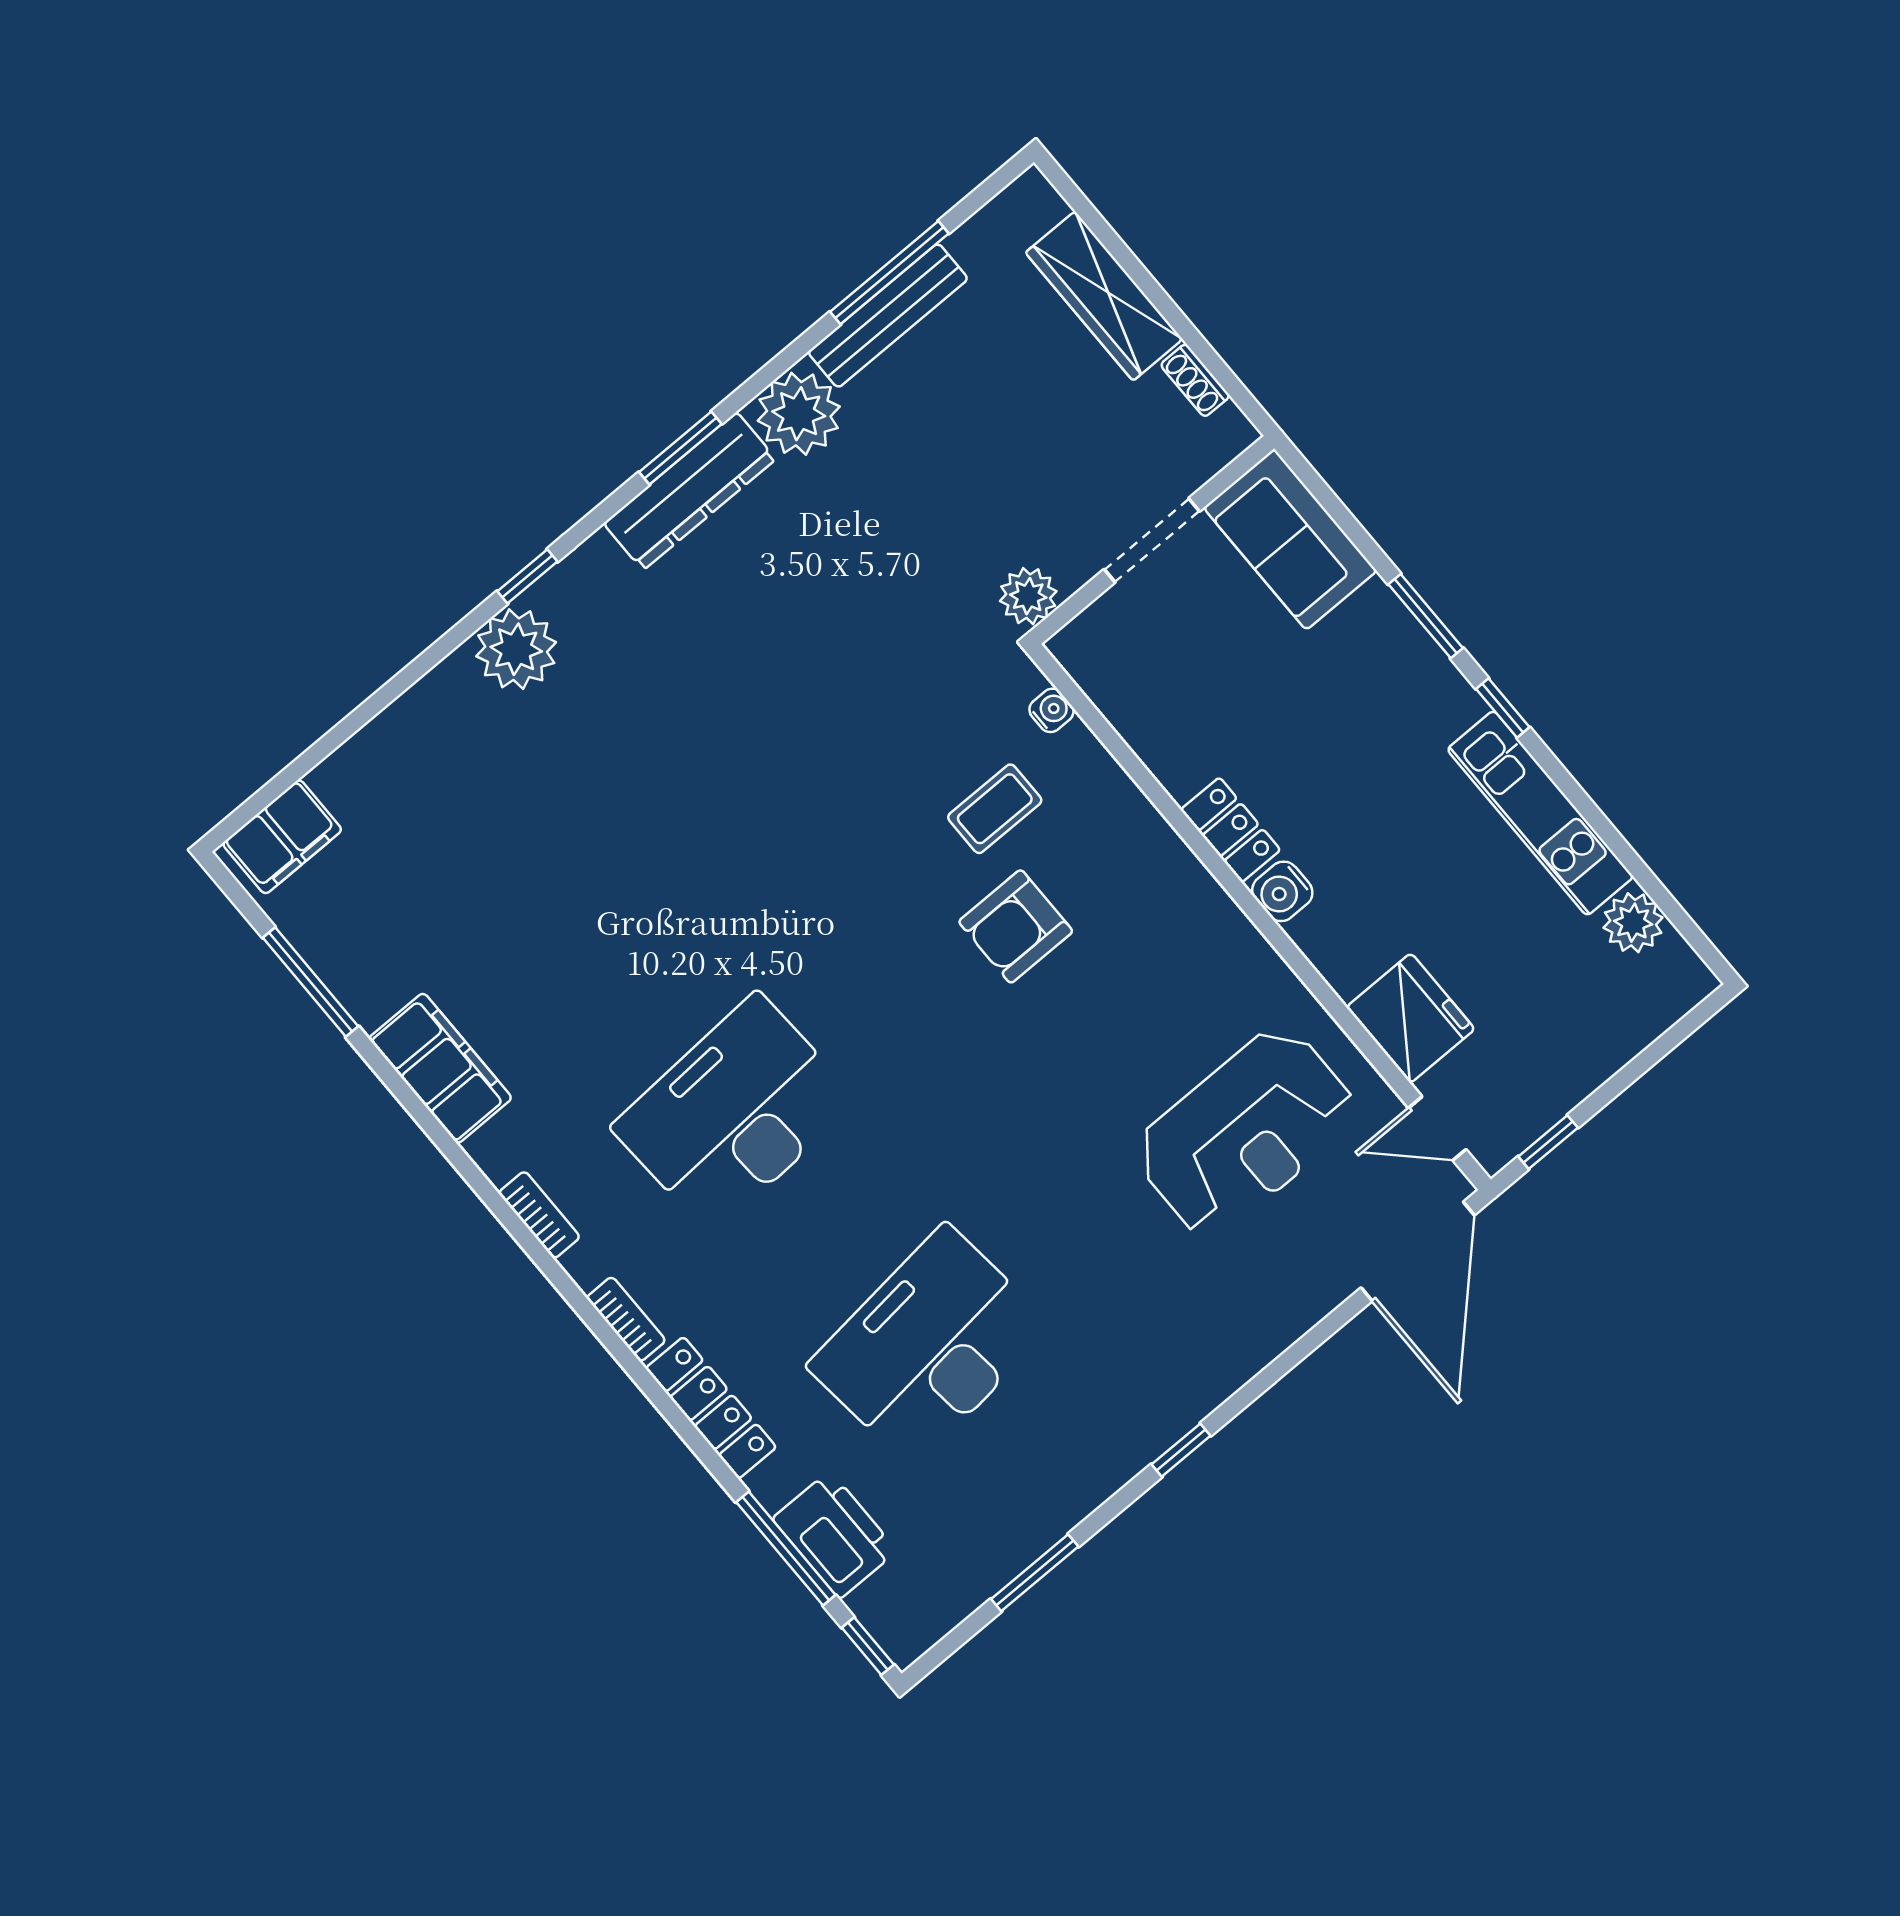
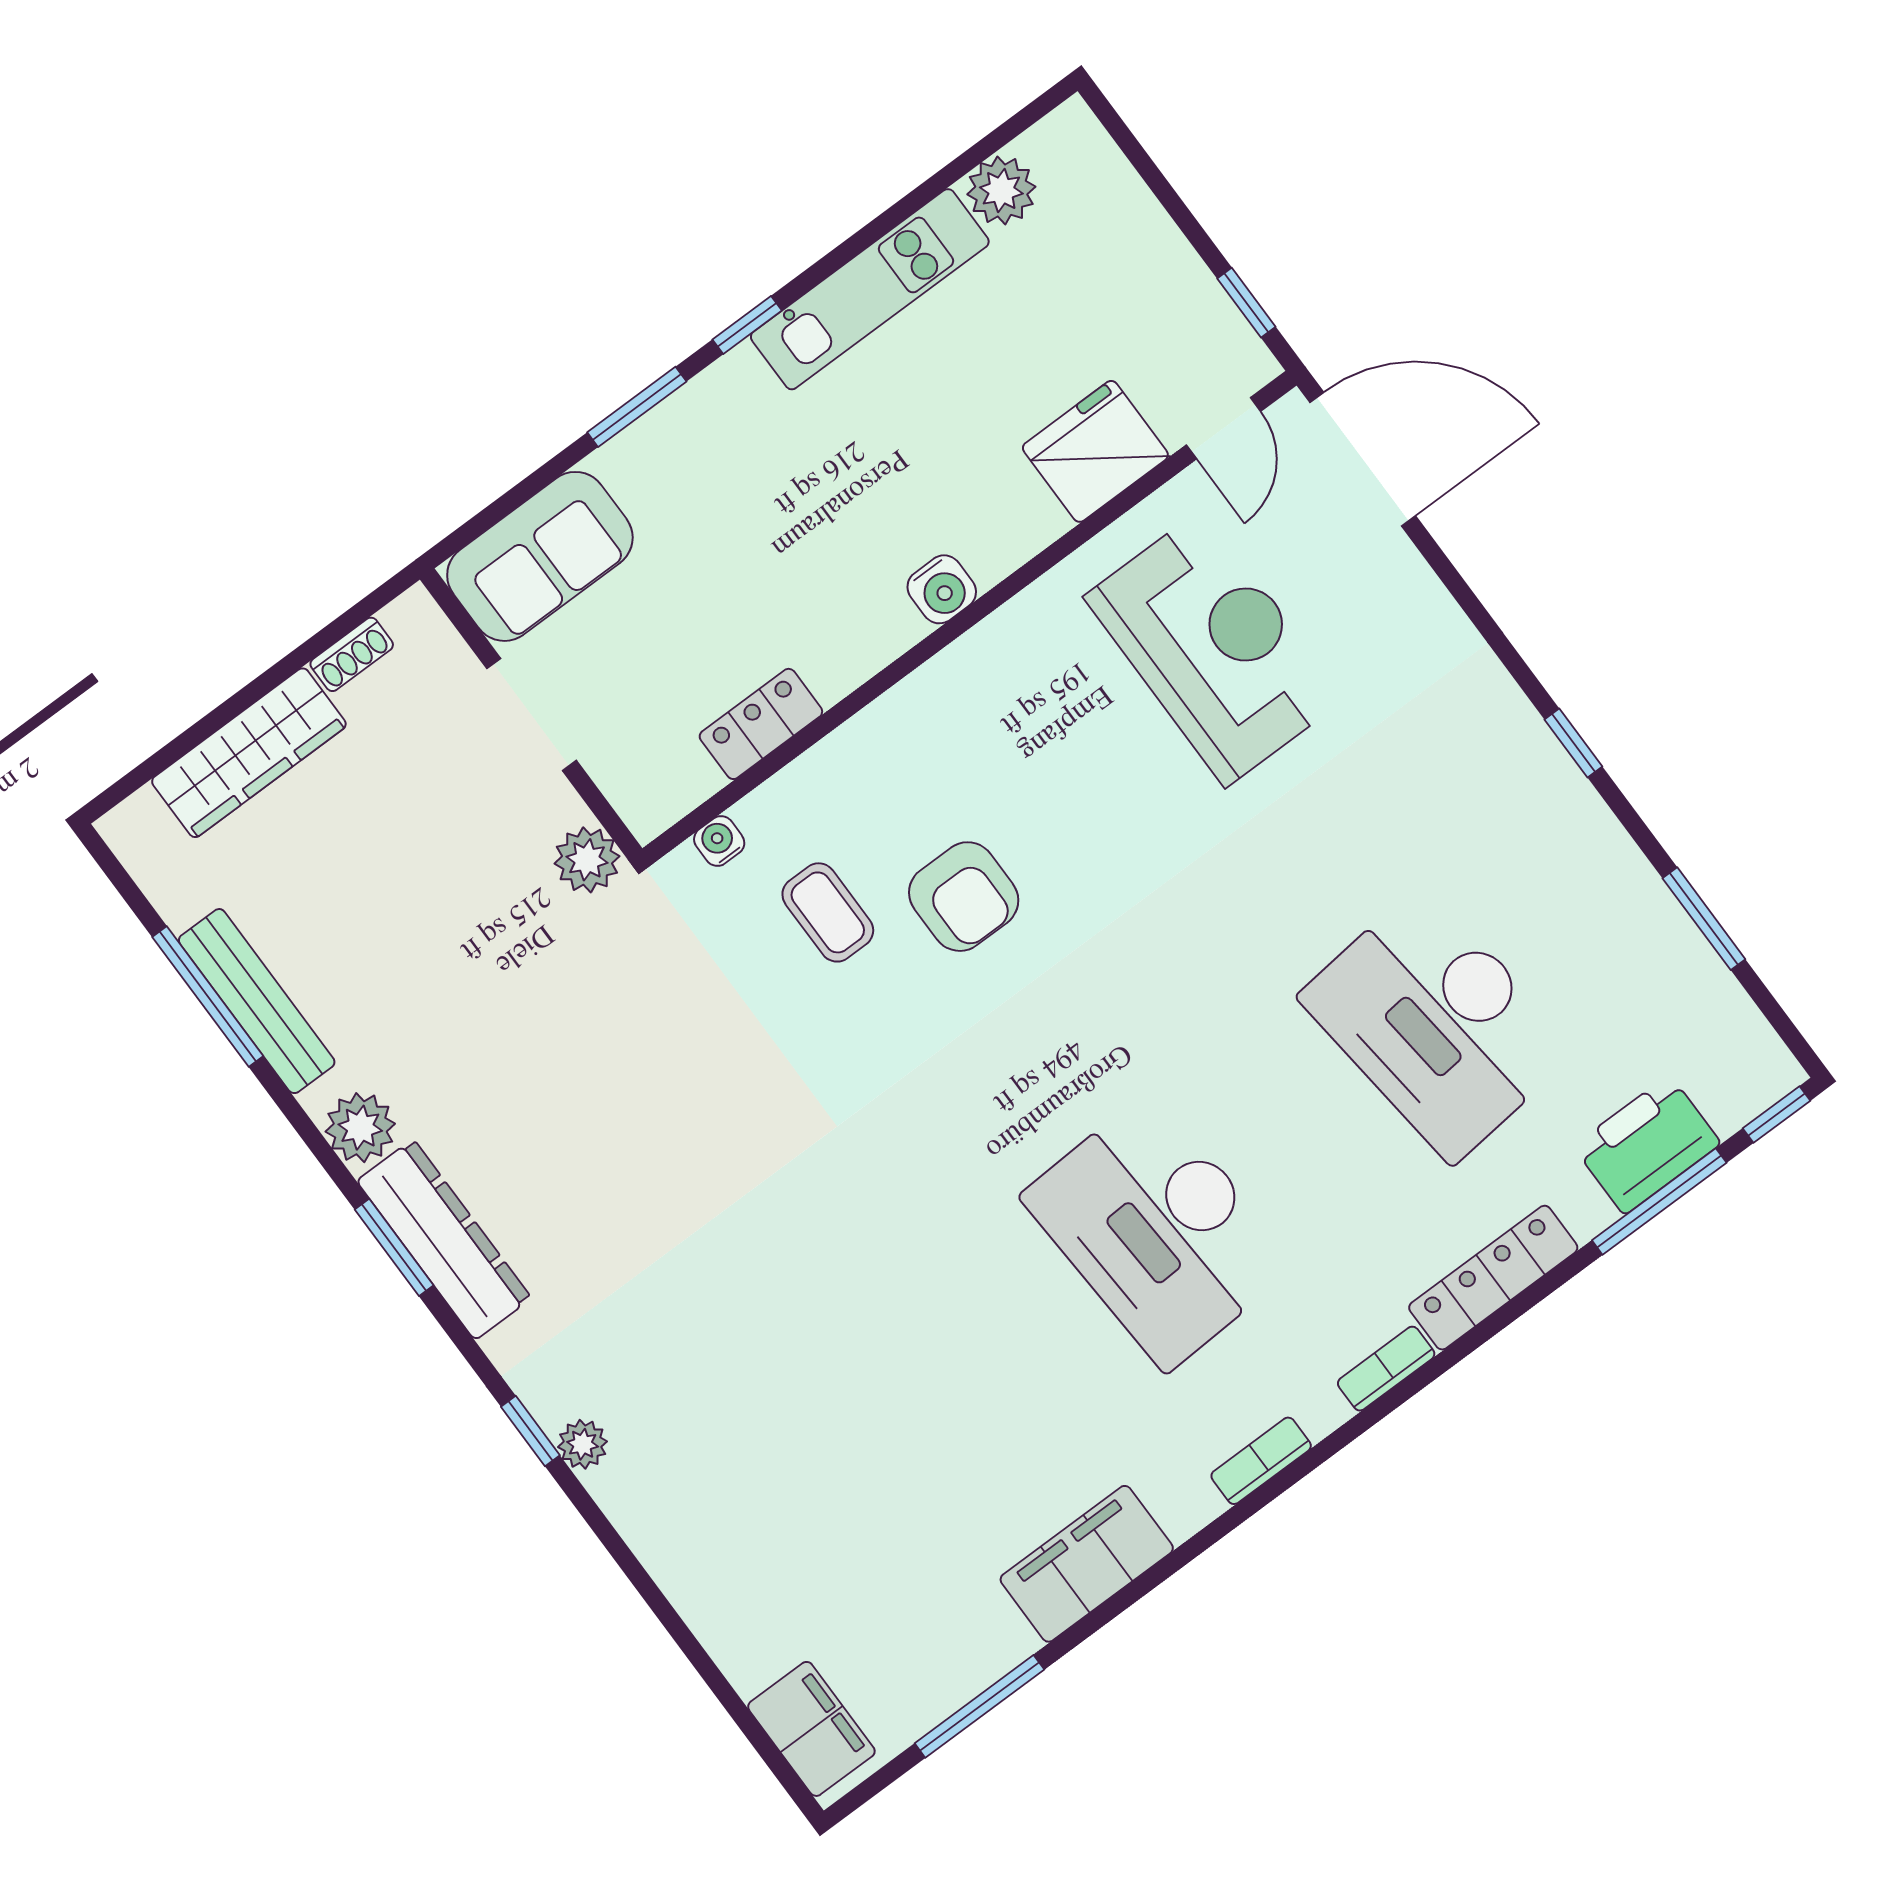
plant: (799, 414) -> (360, 1128), width x0.73, depth x0.73
plant: (516, 649) -> (583, 1444), width x0.53, depth x0.53
locker: (1230, 830) -> (761, 724), moved

